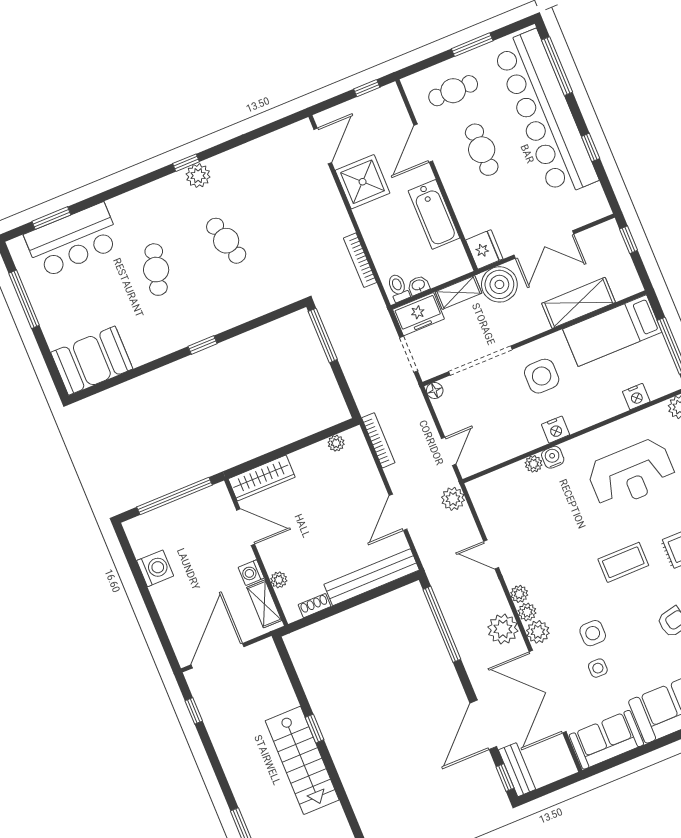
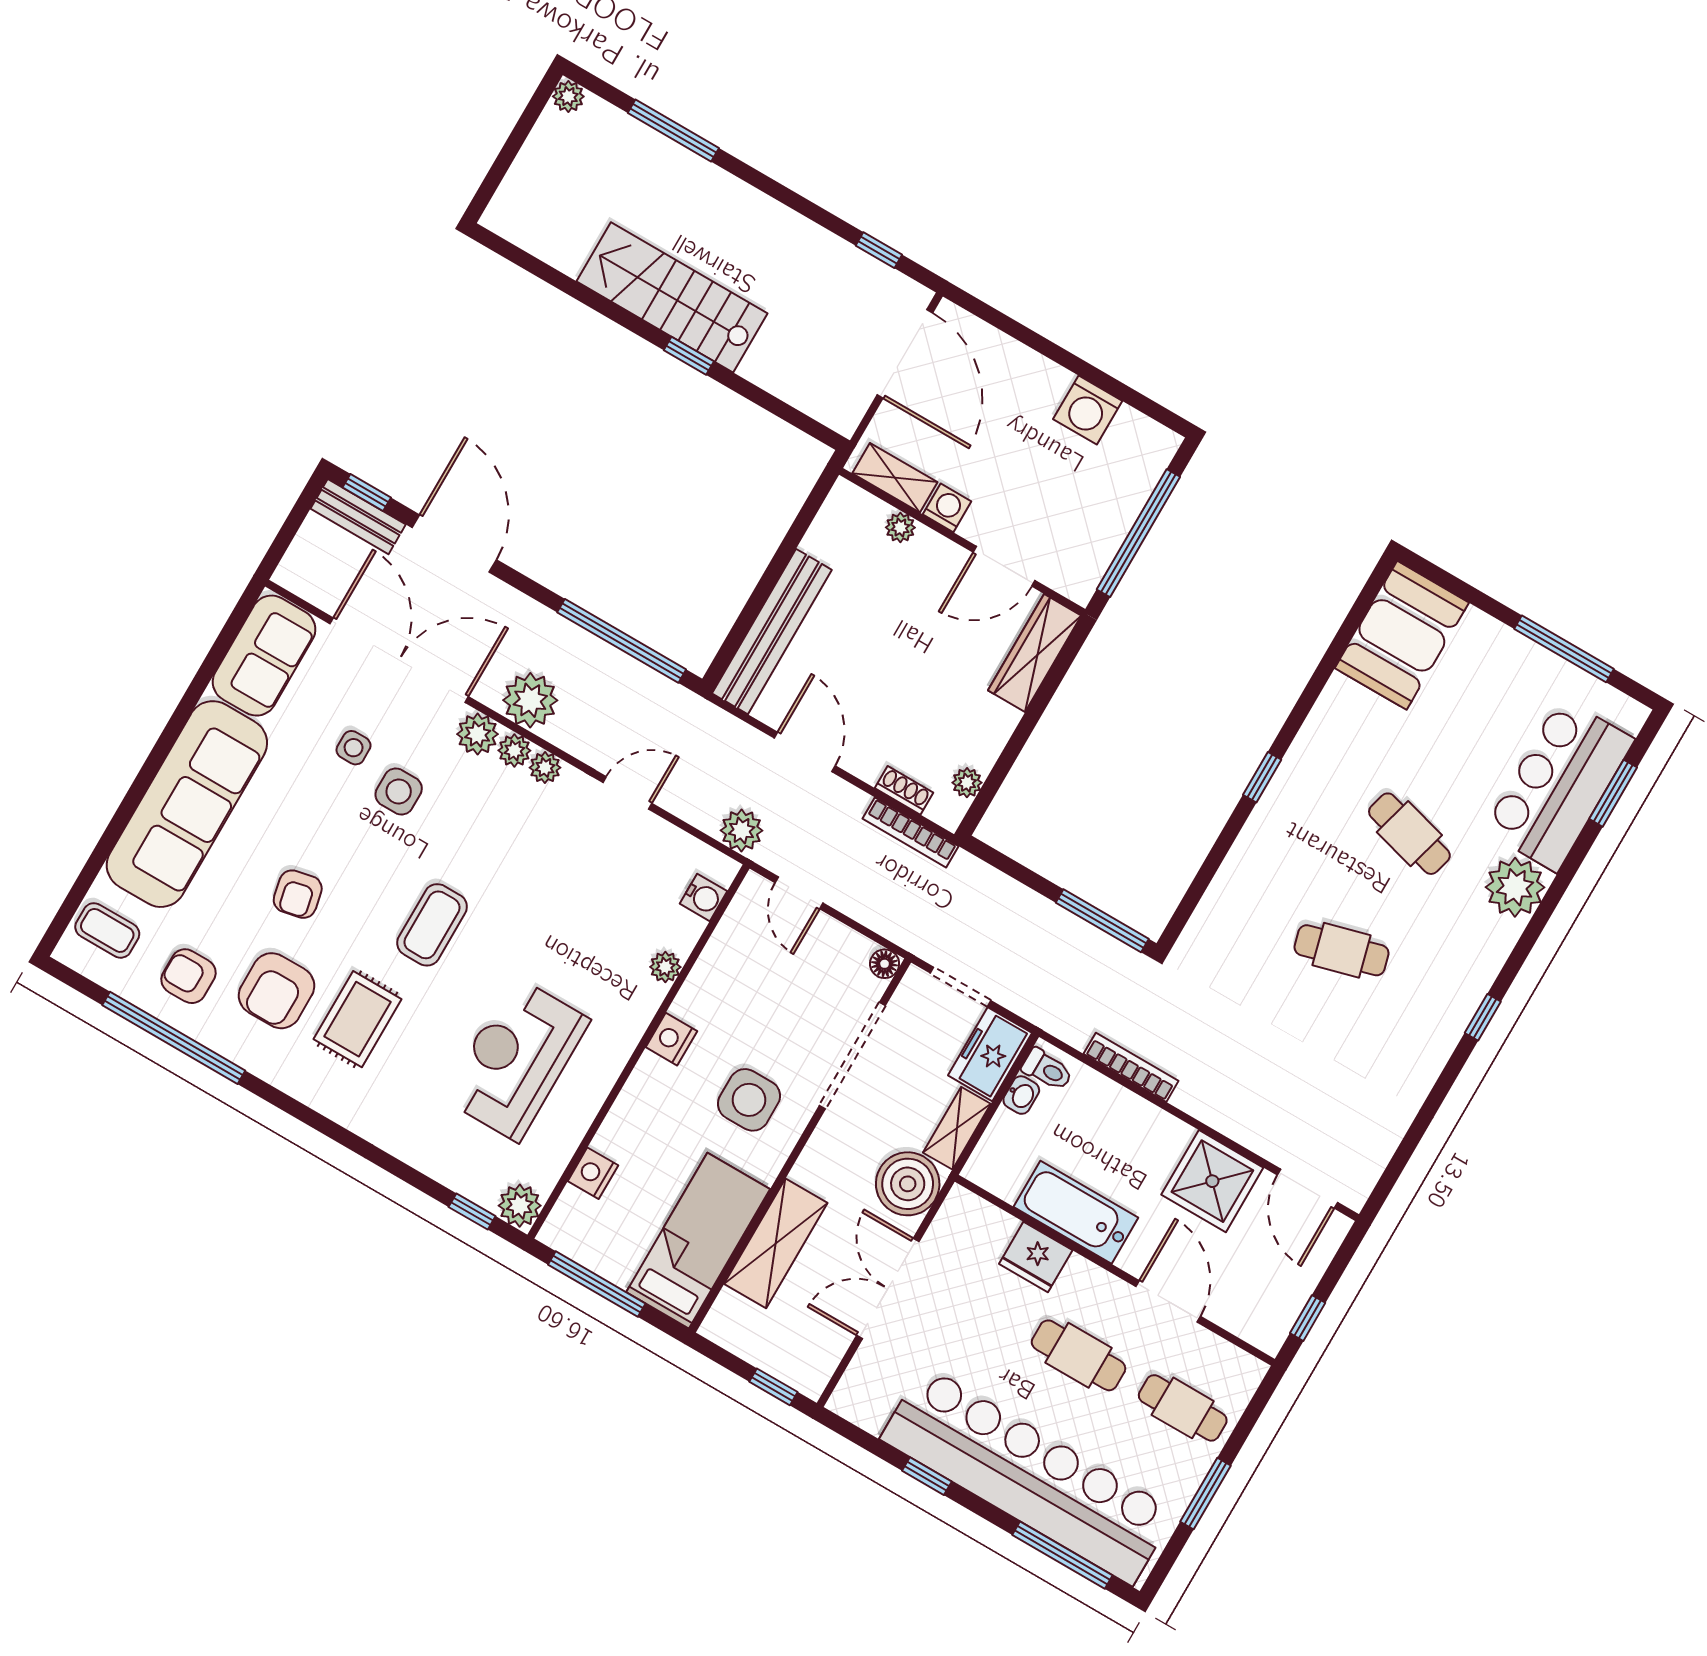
cafe table: (453, 91) -> (1183, 1408), turned 90
plant: (198, 176) -> (1515, 887), moved, width x1.36, depth x1.36
fridge: (484, 249) -> (1036, 1257), moved
water cooler: (553, 457) -> (704, 897), moved
shoe rack: (315, 606) -> (904, 790), moved, turned -90

